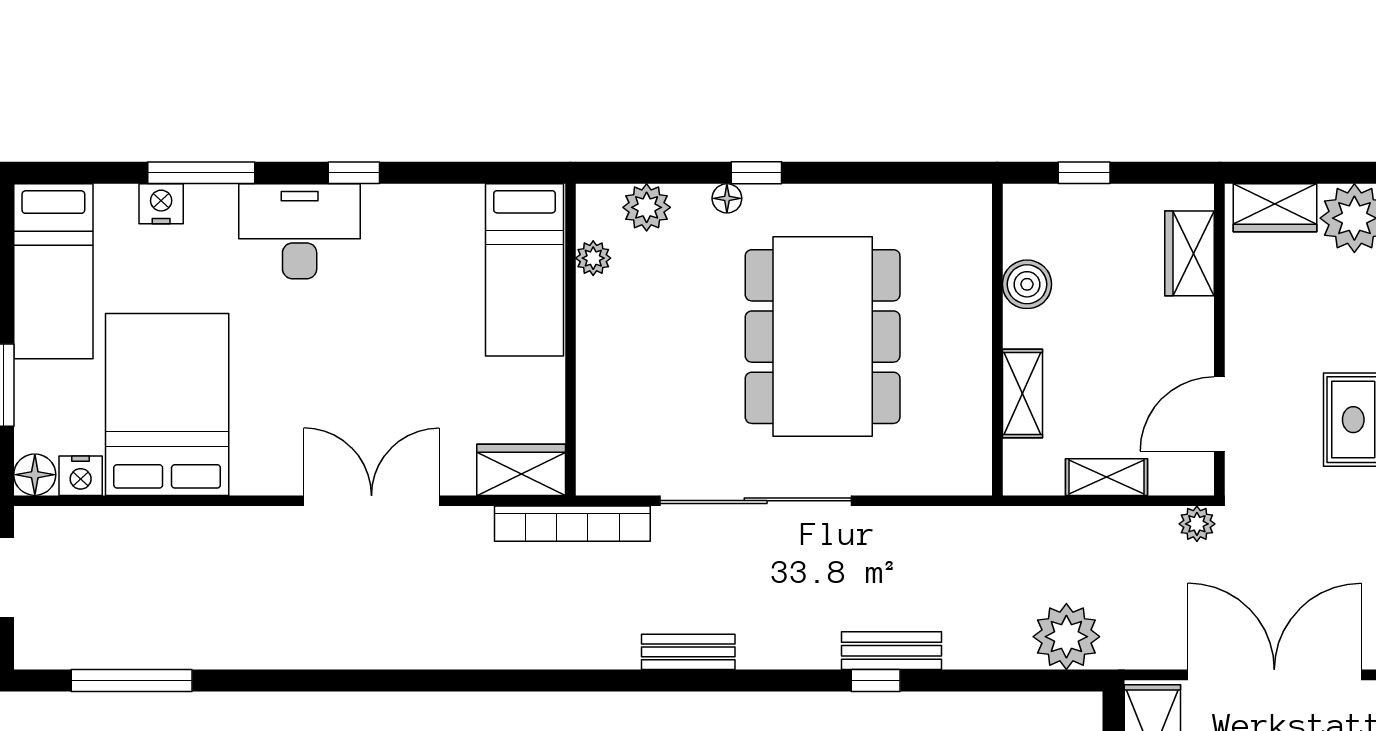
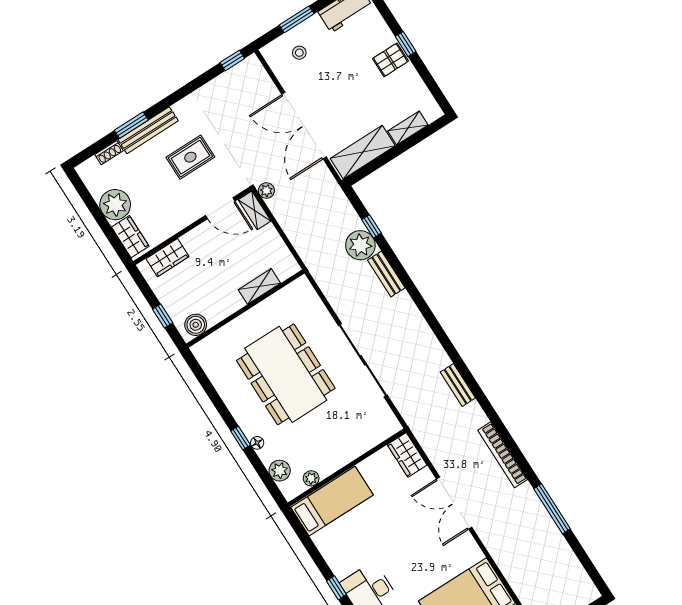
boiler: (1027, 284) -> (196, 325), moved
dining table: (823, 337) -> (286, 374), turned 90
shelving: (1107, 477) -> (255, 210), moved
bookcase: (572, 524) -> (503, 455), moved, turned 180
plant: (1066, 637) -> (360, 245), moved
bench: (688, 652) -> (458, 385), moved
window: (132, 681) -> (552, 509), moved
window: (876, 681) -> (372, 226), moved

